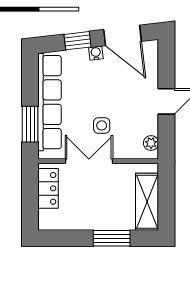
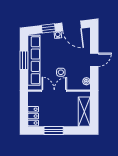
window: (30, 124) -> (24, 60), moved
locker: (48, 188) -> (33, 116), moved
window: (112, 238) -> (54, 130), moved

